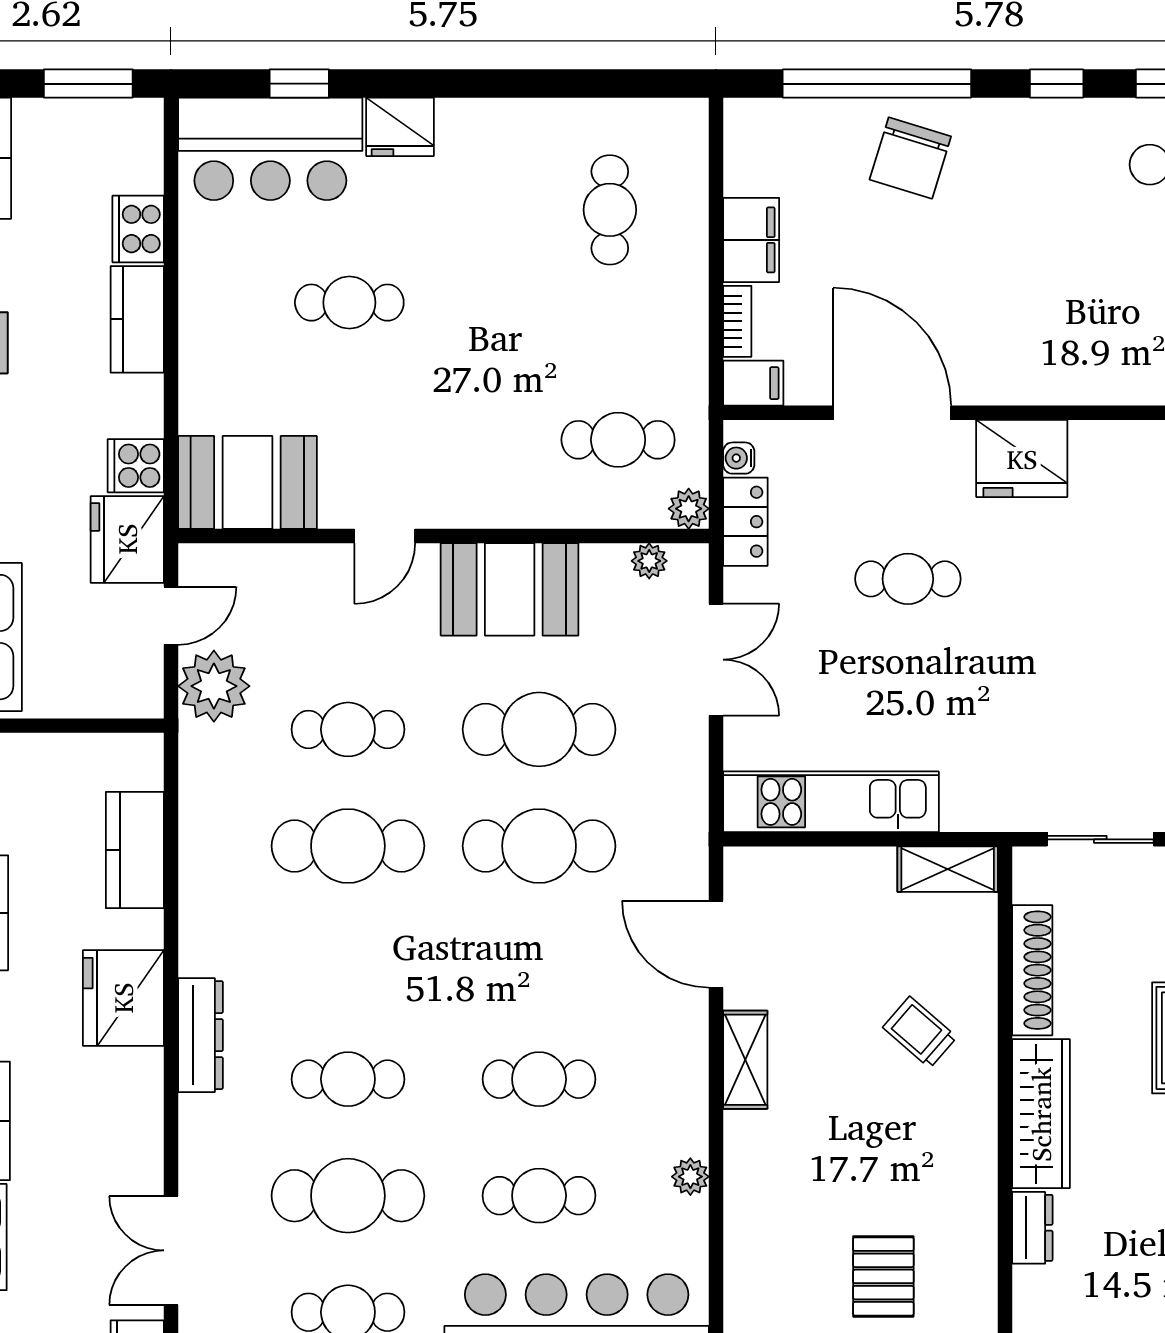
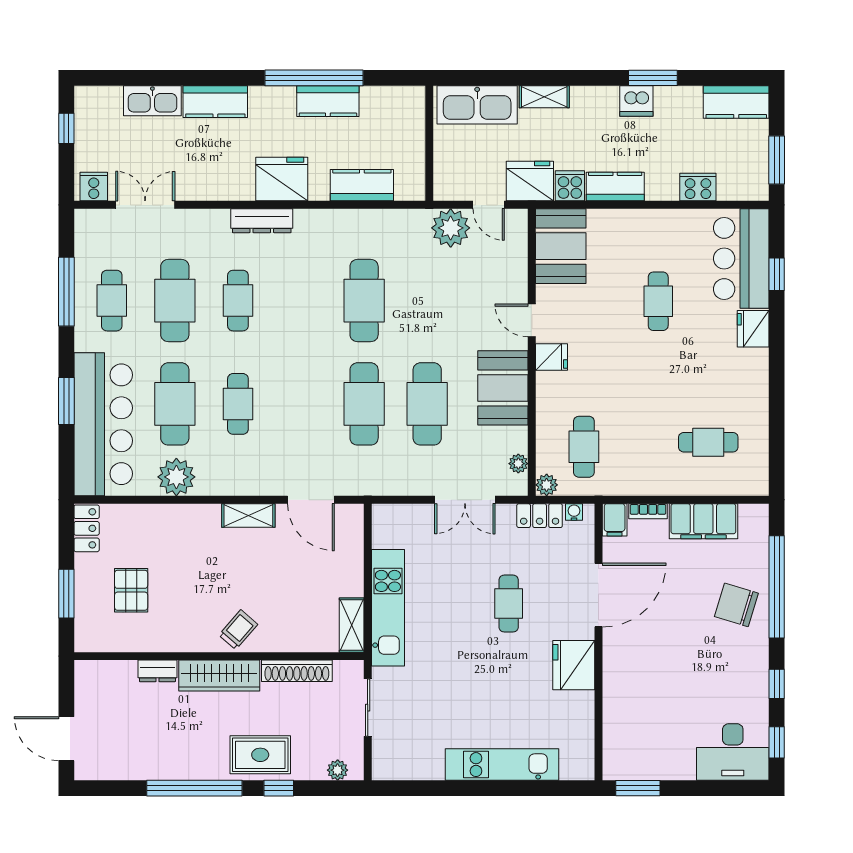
filing cabinet: (751, 240) -> (703, 521), width x1.50, depth x1.17
kitchen counter: (137, 319) -> (615, 186), moved
fridge: (452, 500) -> (552, 357), added
cafe table: (348, 729) -> (427, 301), removed
kitchen unit: (831, 802) -> (388, 608), moved
door: (716, 944) -> (311, 500), swing flipped
trolley: (920, 1032) -> (238, 630), moved
plant: (690, 1177) -> (176, 477), width x1.88, depth x1.88
cafe table: (539, 1196) -> (175, 404), width x1.37, depth x1.35
pallet: (883, 1276) -> (131, 590), turned 90

